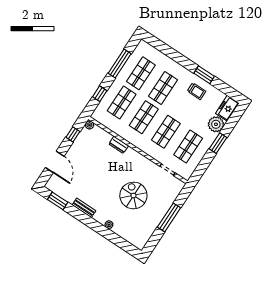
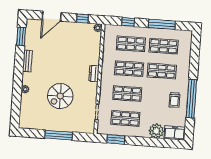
window: (204, 75) -> (191, 99), width x2.11
window: (218, 143) -> (116, 139), moved
dresser: (119, 145) -> (94, 74), moved
spiral stairs: (133, 195) -> (60, 96), turned 180

